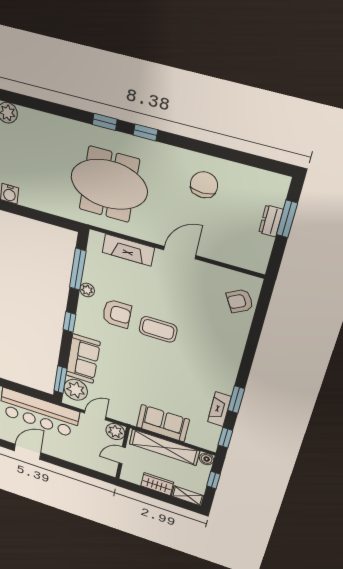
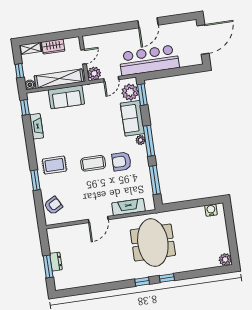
meeting table: (109, 184) -> (153, 243), turned 90
chair: (204, 185) -> (100, 266), removed
plant: (87, 290) -> (141, 140), moved
window: (69, 322) -> (149, 141), width x2.17
rug: (215, 352) -> (54, 165), added
window: (236, 400) -> (35, 180), moved

